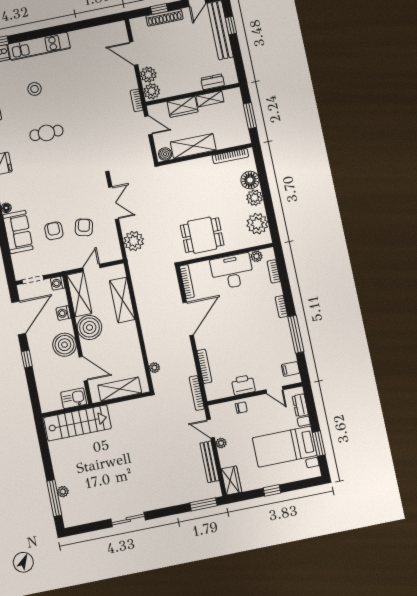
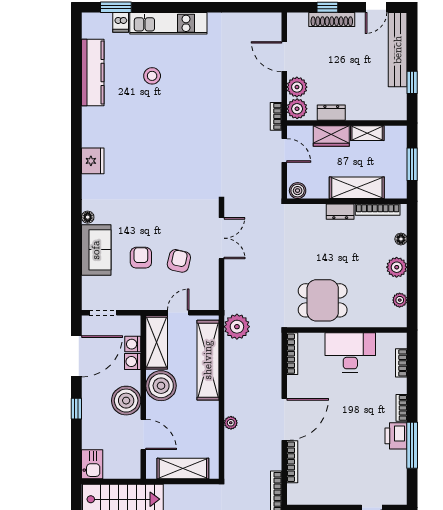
window: (231, 25) -> (412, 82), moved
dresser: (213, 82) -> (331, 113), moved
cafe table: (46, 133) -> (156, 134), removed
shelving: (193, 146) -> (357, 188), moved
dresser: (202, 164) -> (340, 212), added
floor lamp: (250, 180) -> (401, 239), width x0.53, depth x0.53
plant: (257, 224) -> (400, 300), width x0.53, depth x0.53
plant: (134, 241) -> (237, 327), moved
plant: (257, 256) -> (384, 340), removed
washing machine: (58, 283) -> (133, 344), moved
shelving: (122, 300) -> (208, 360), width x1.47
door: (188, 319) -> (284, 419), moved
plant: (154, 368) -> (231, 423), moved
filing cabinet: (290, 369) -> (397, 486), removed
printer: (243, 385) -> (396, 436), moved, turned -90
kitchen sink: (74, 398) -> (92, 464), moved, turned 90

